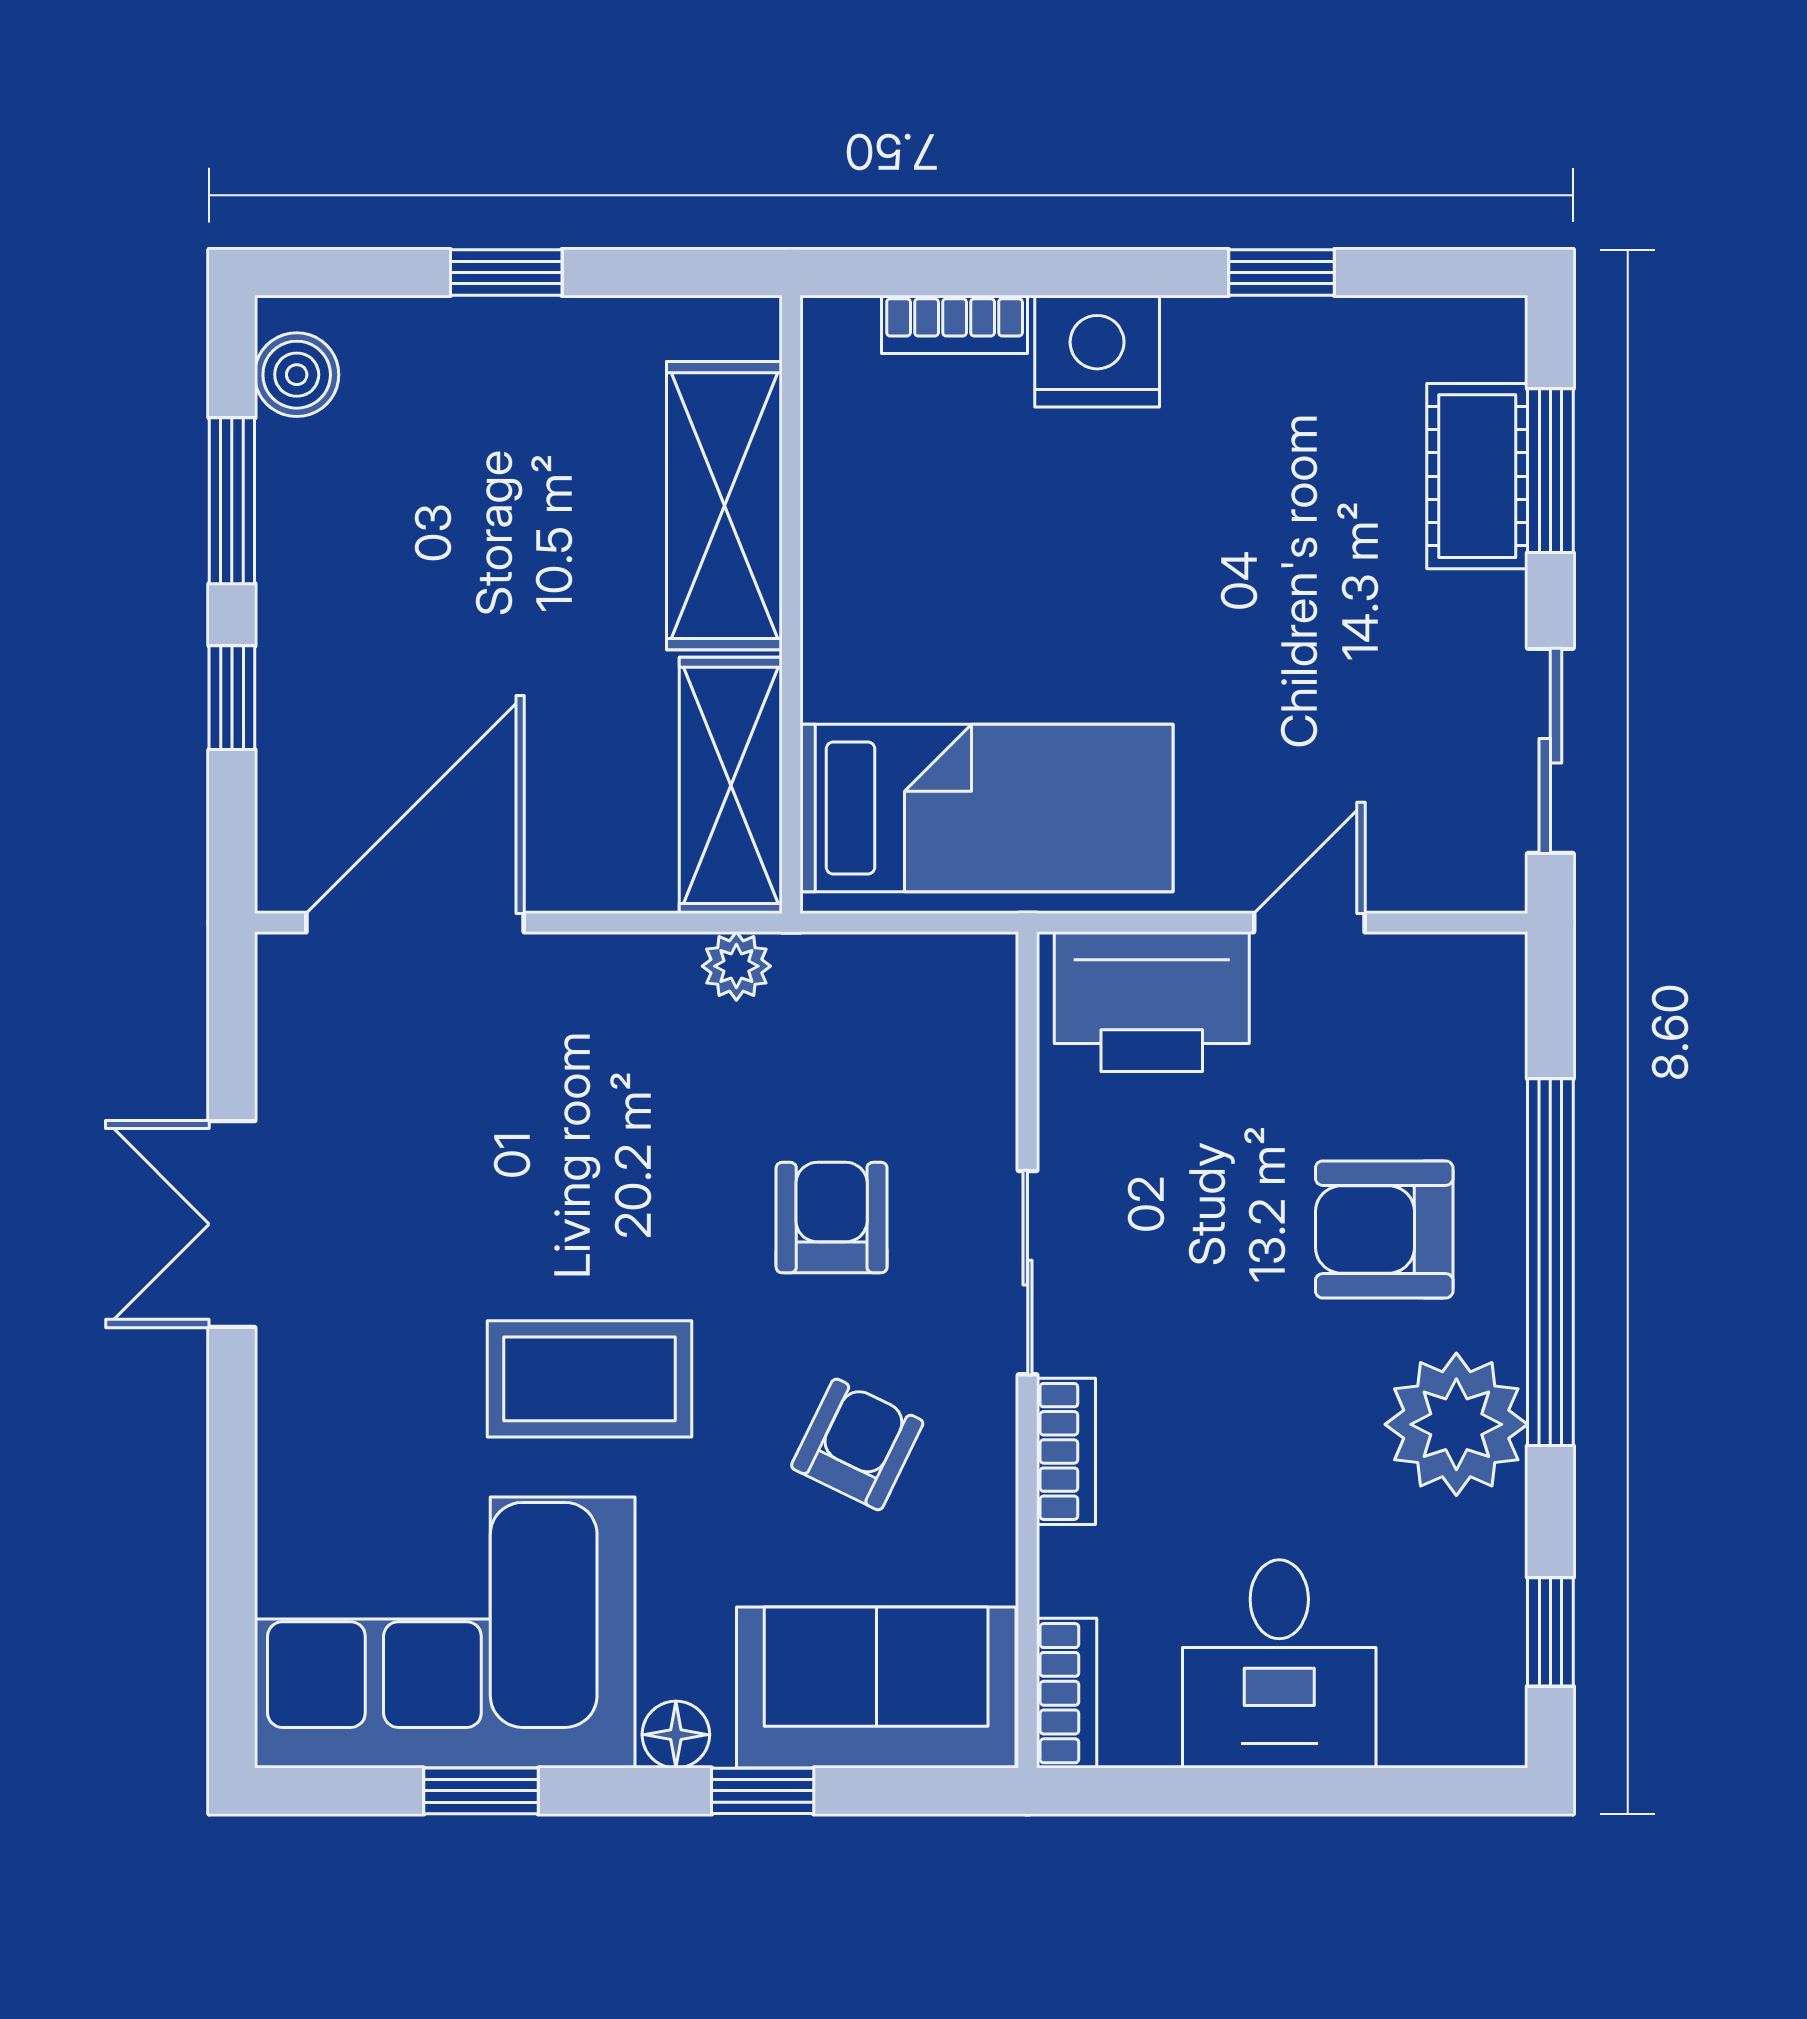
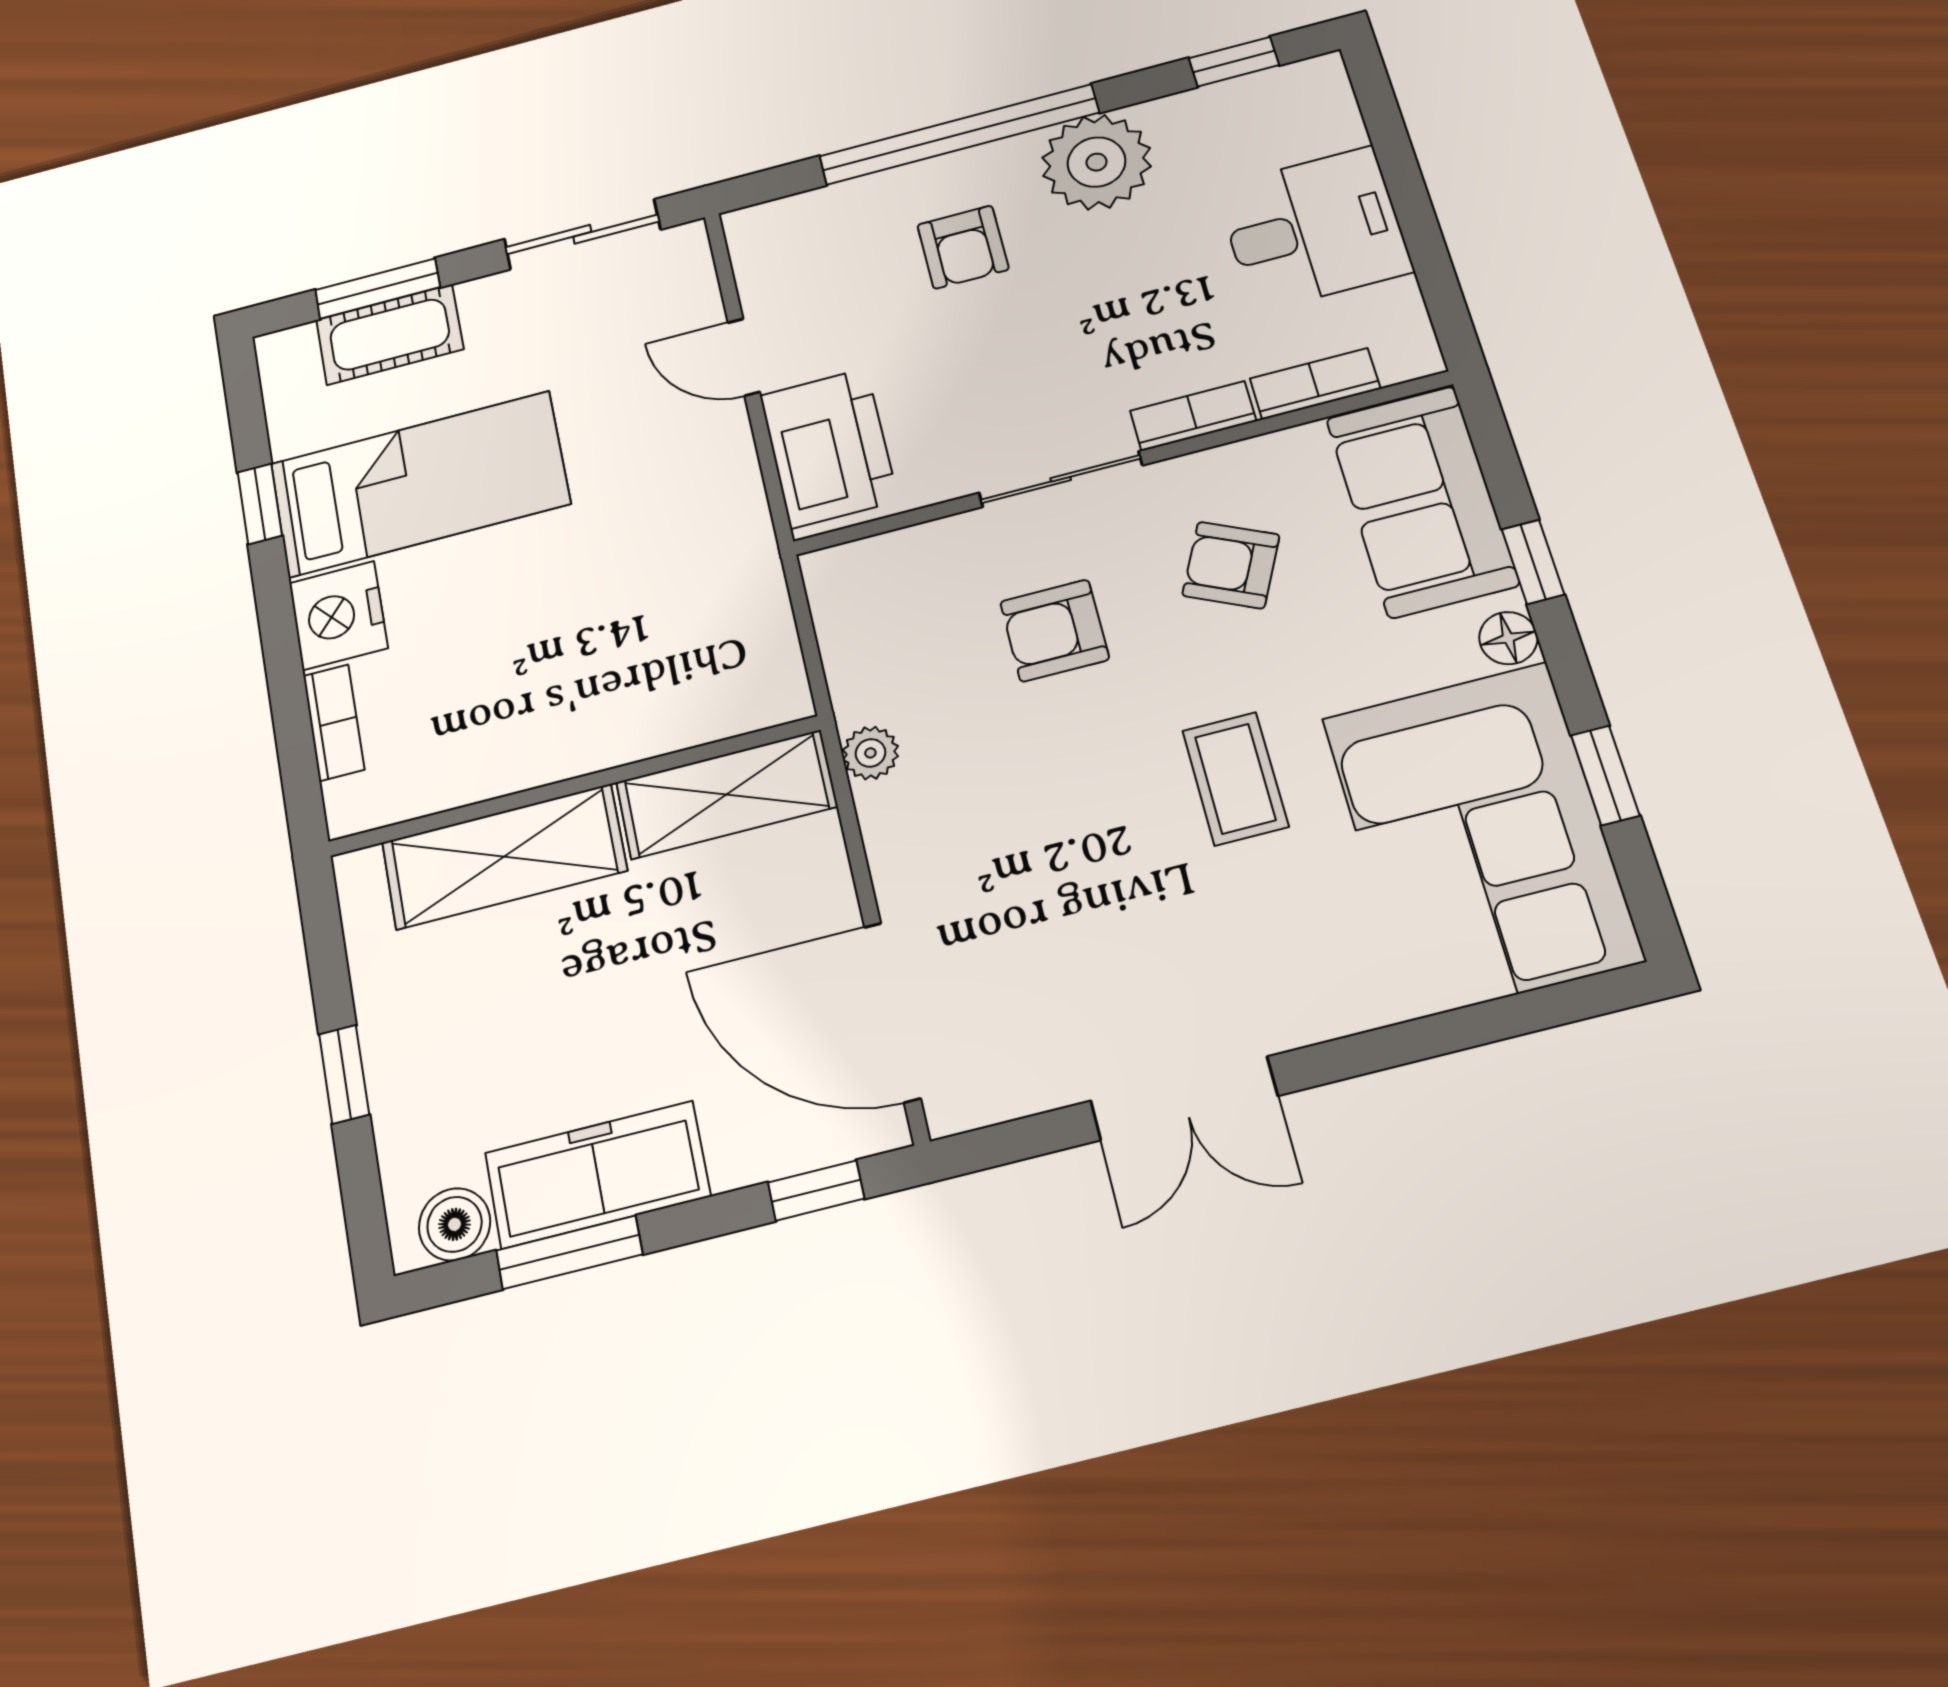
freezer: (313, 549) -> (597, 1175), added
window: (232, 698) -> (816, 1191), moved
bed: (986, 808) -> (420, 484), moved, turned 90
armchair: (1384, 1229) -> (963, 247), width x0.72, depth x0.72
coffee table: (590, 1379) -> (1235, 779), width x0.73, depth x0.77
bookcase: (1067, 1693) -> (1315, 384), moved

